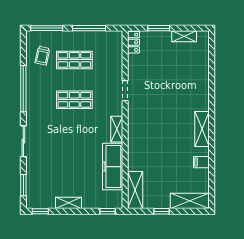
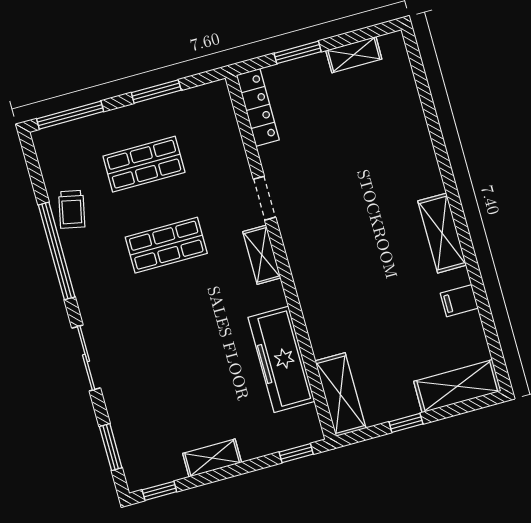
window: (89, 28) -> (156, 91), width x0.69
locker: (134, 42) -> (258, 107), width x1.53
trolley: (42, 56) -> (72, 209), moved
shelving: (117, 129) -> (262, 255), moved

